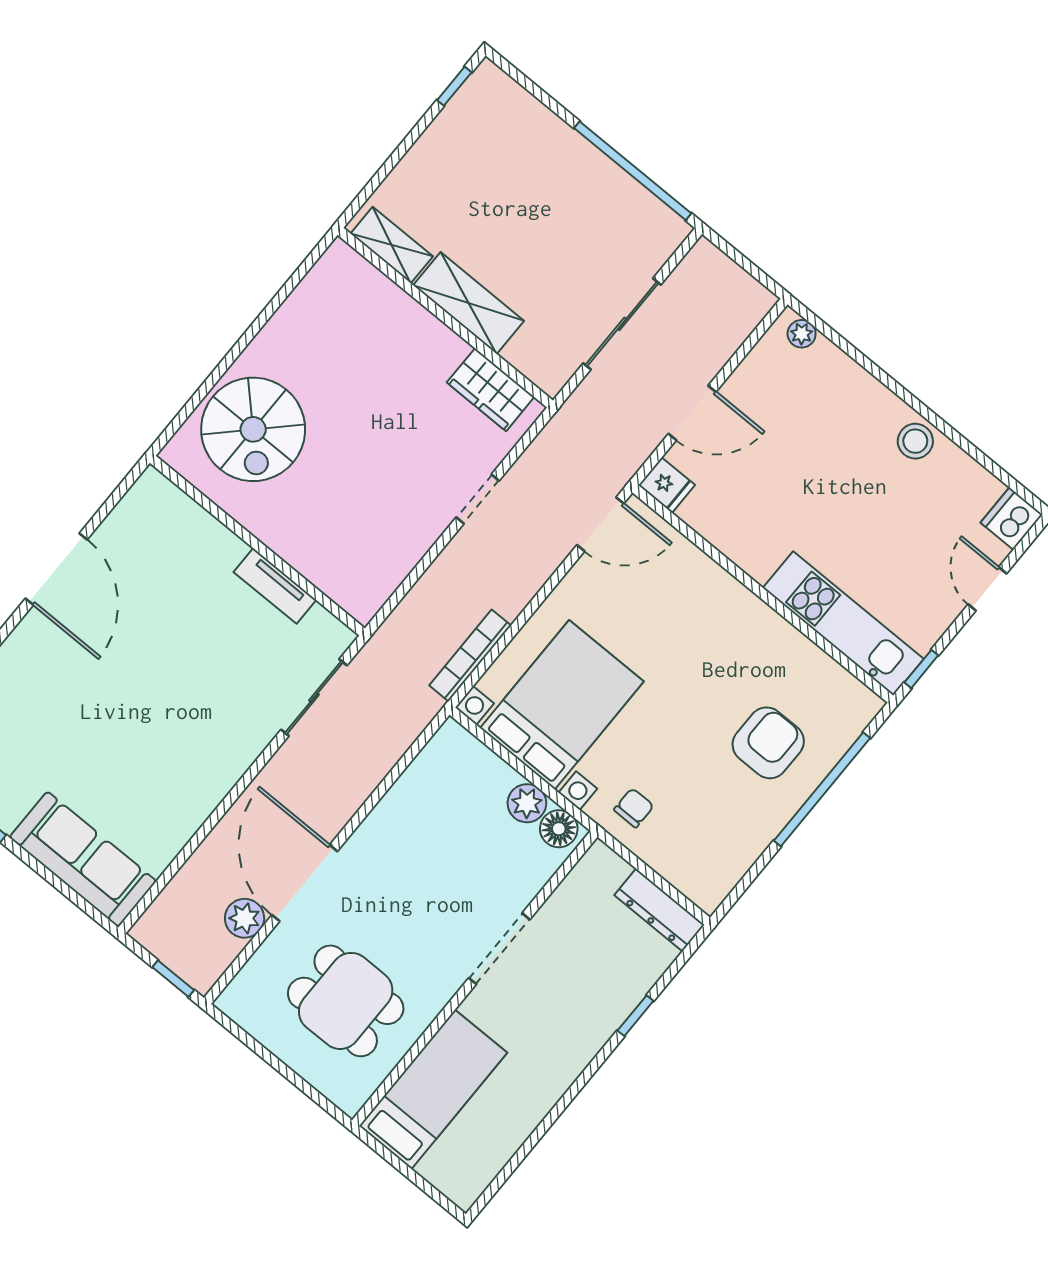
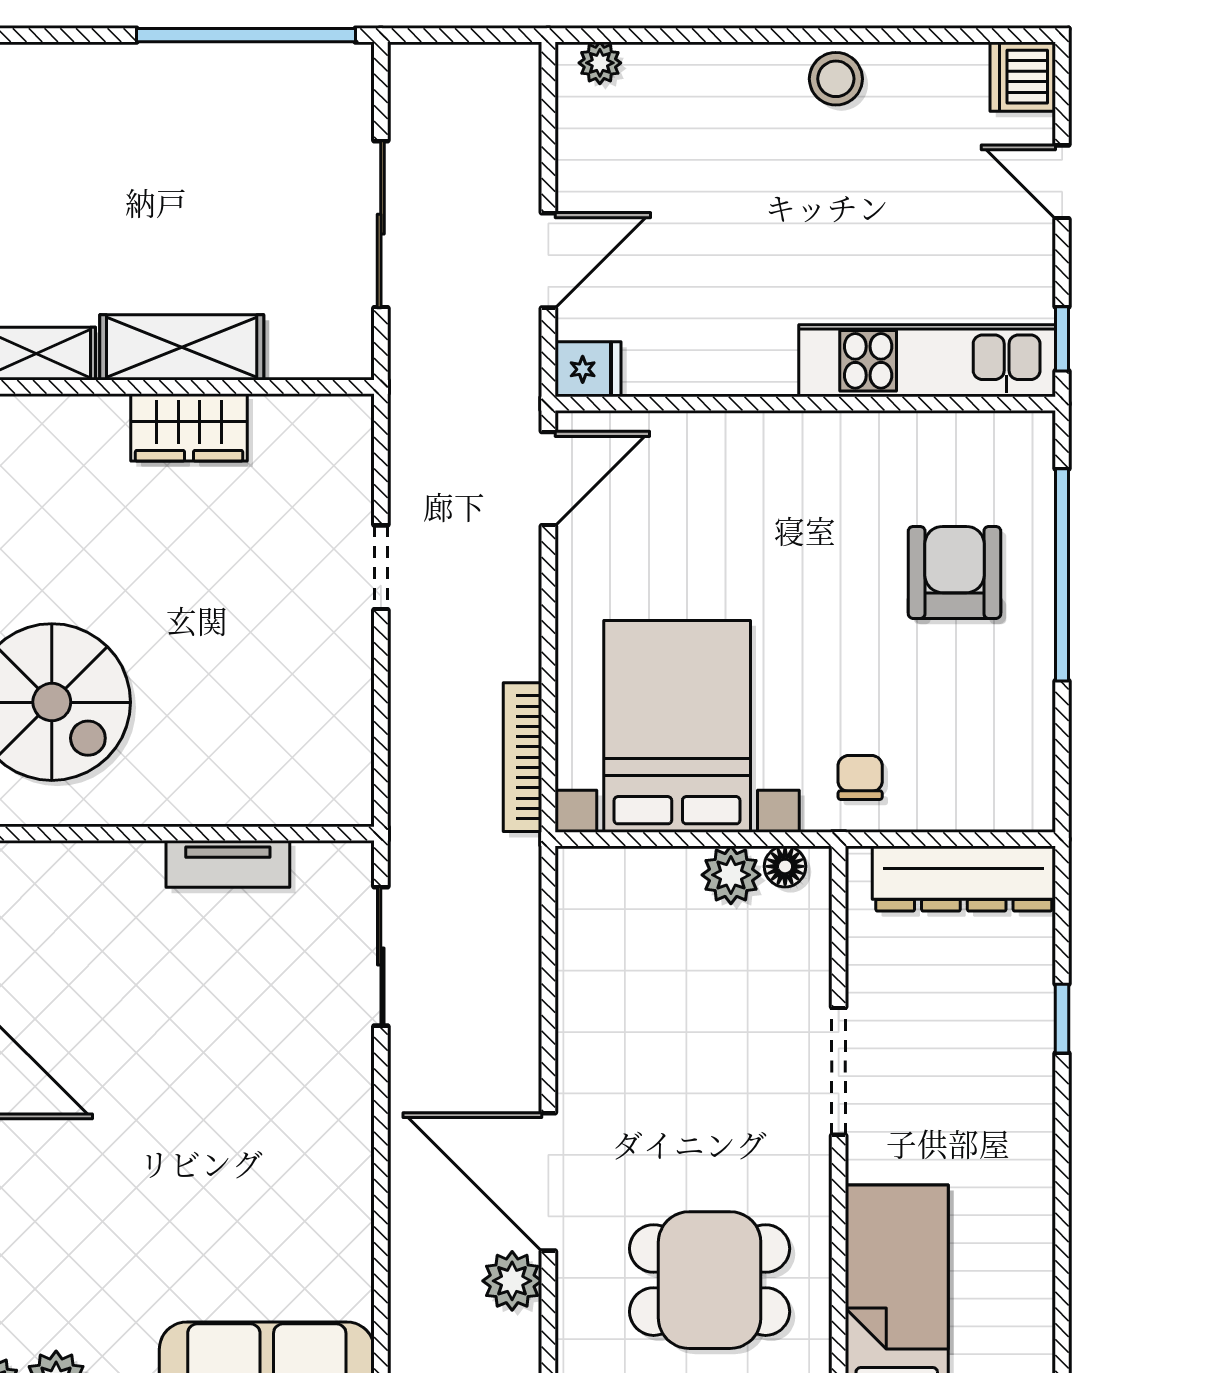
wardrobe: (491, 390) -> (189, 427), moved
floor lamp: (559, 829) -> (785, 866), width x0.73, depth x0.73
dresser: (659, 910) -> (964, 879), width x1.37, depth x1.24

